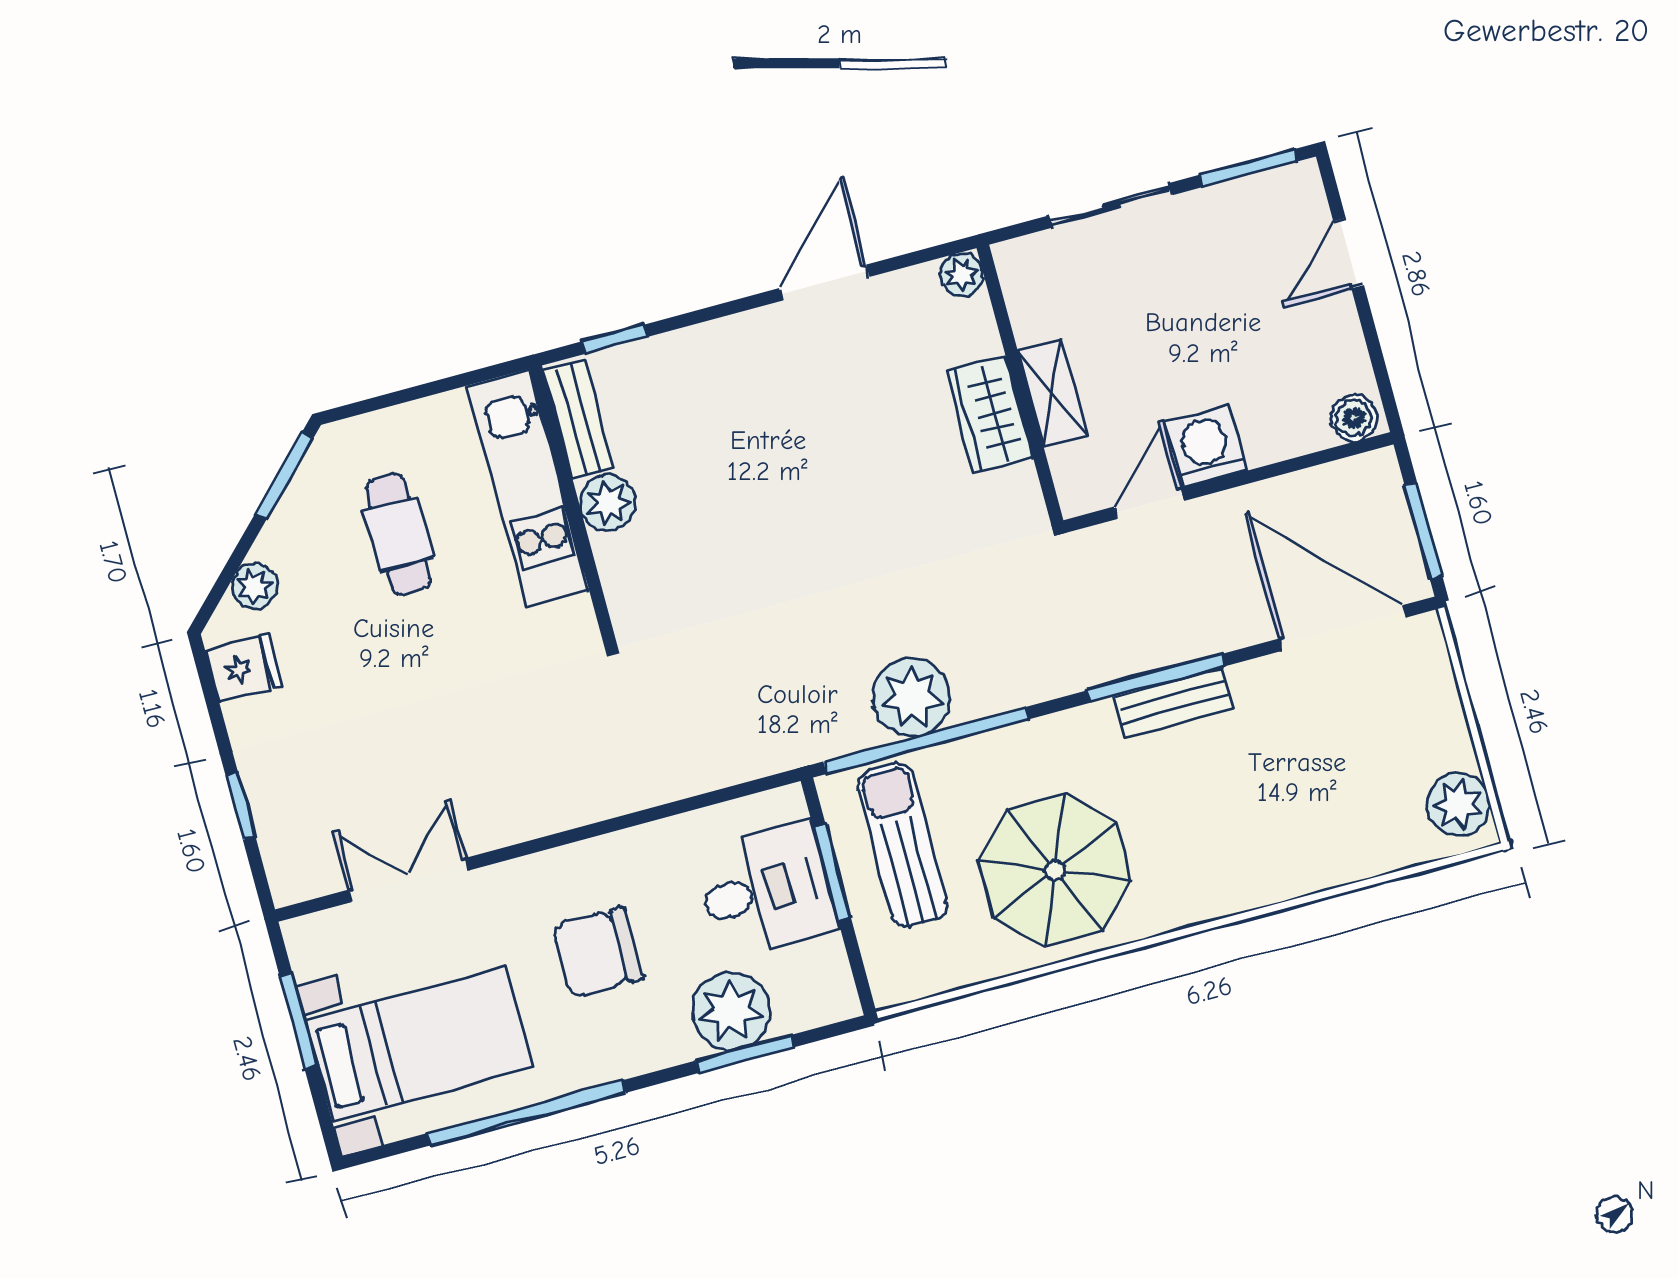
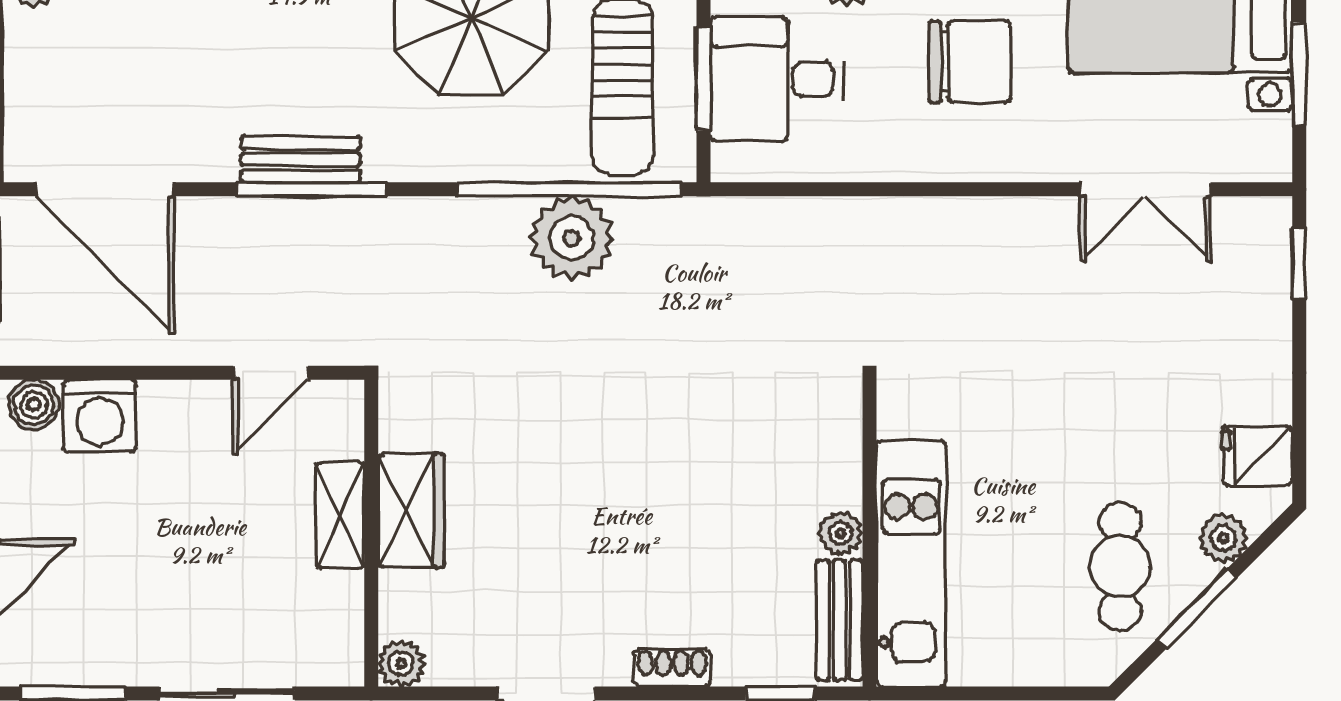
shoe rack: (717, 336) -> (672, 668), added
washing machine: (1206, 447) -> (100, 416), moved
window: (284, 476) -> (1197, 609), moved
plant: (608, 503) -> (841, 533), width x0.73, depth x0.73
cafe table: (398, 534) -> (1120, 567), moved
window: (240, 806) -> (1299, 263), moved

